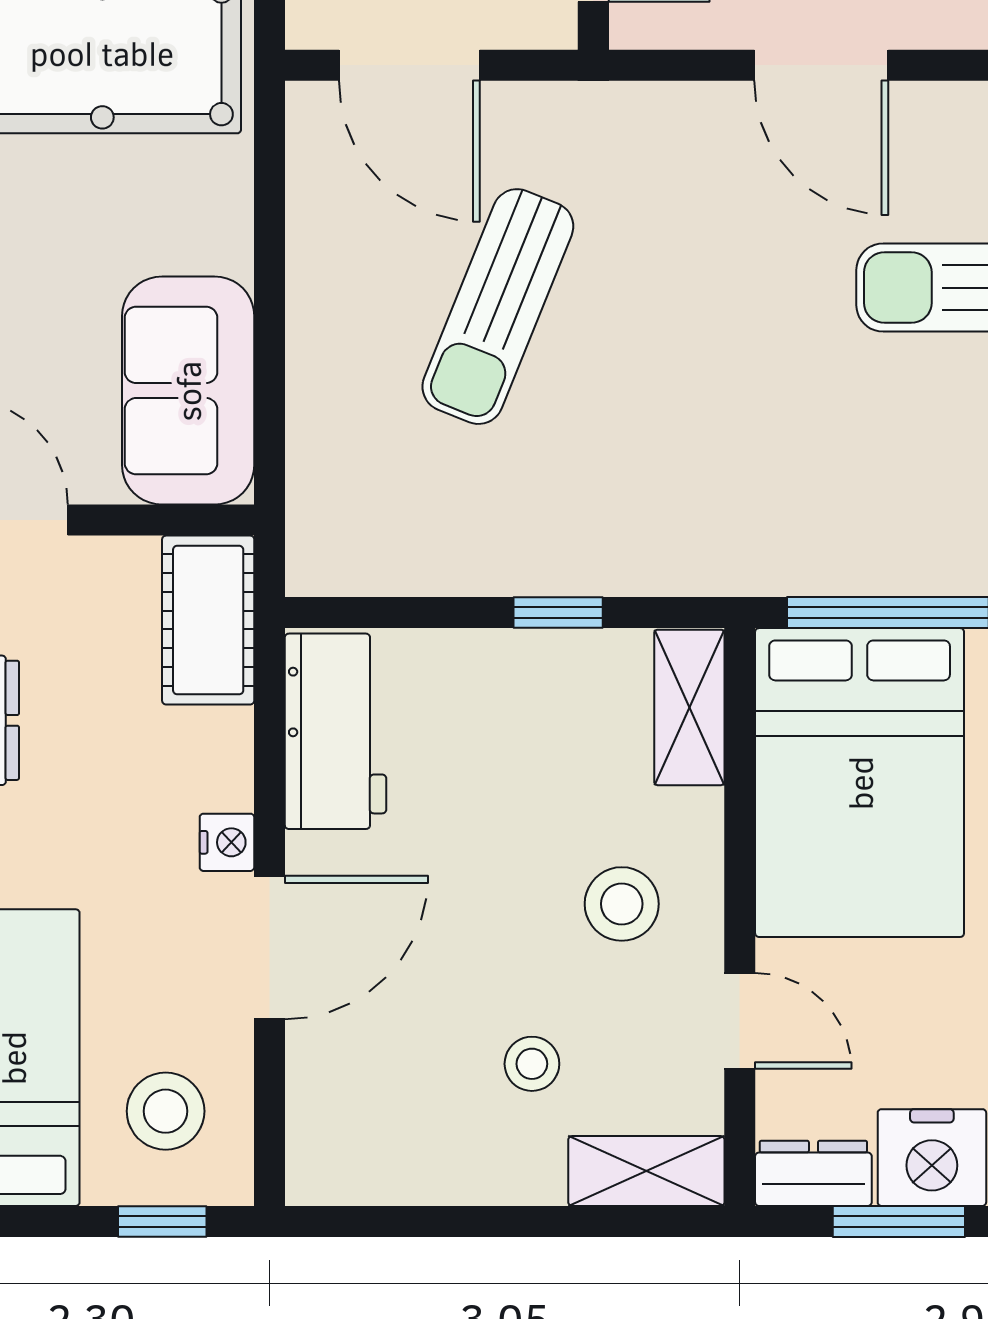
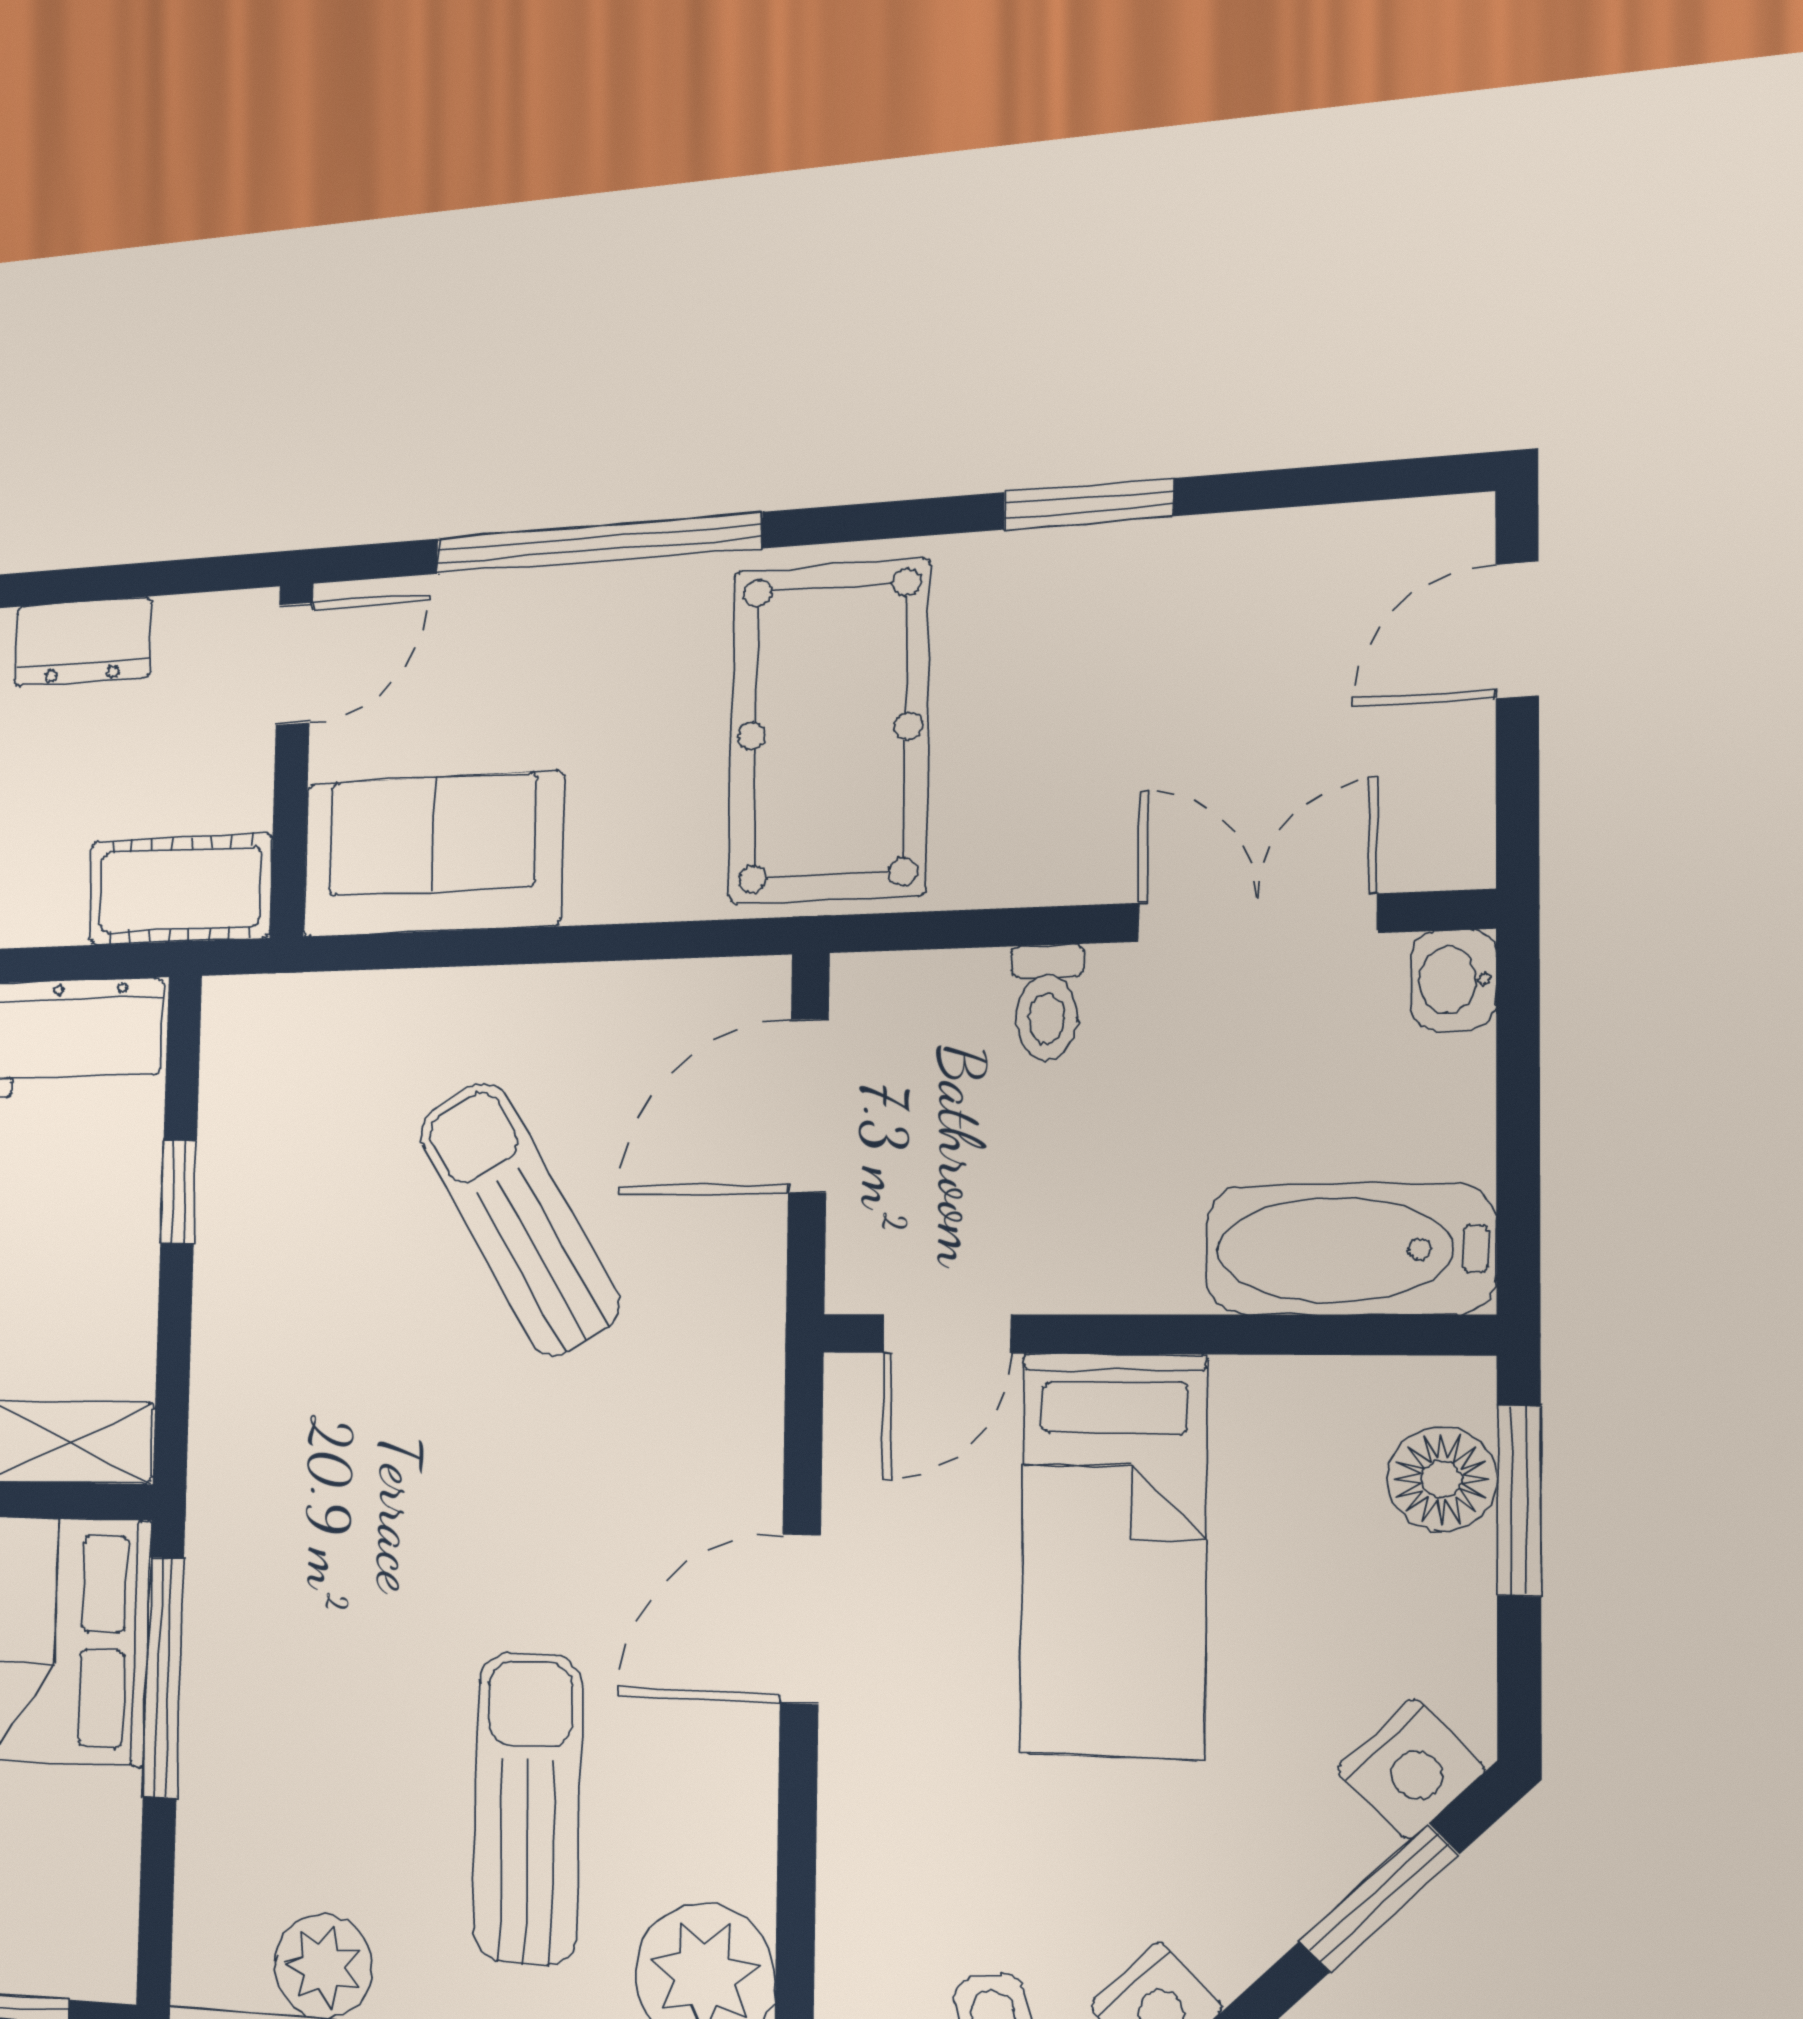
sun lounger: (498, 307) -> (519, 1218), turned 37
window: (558, 613) -> (179, 1192), moved

